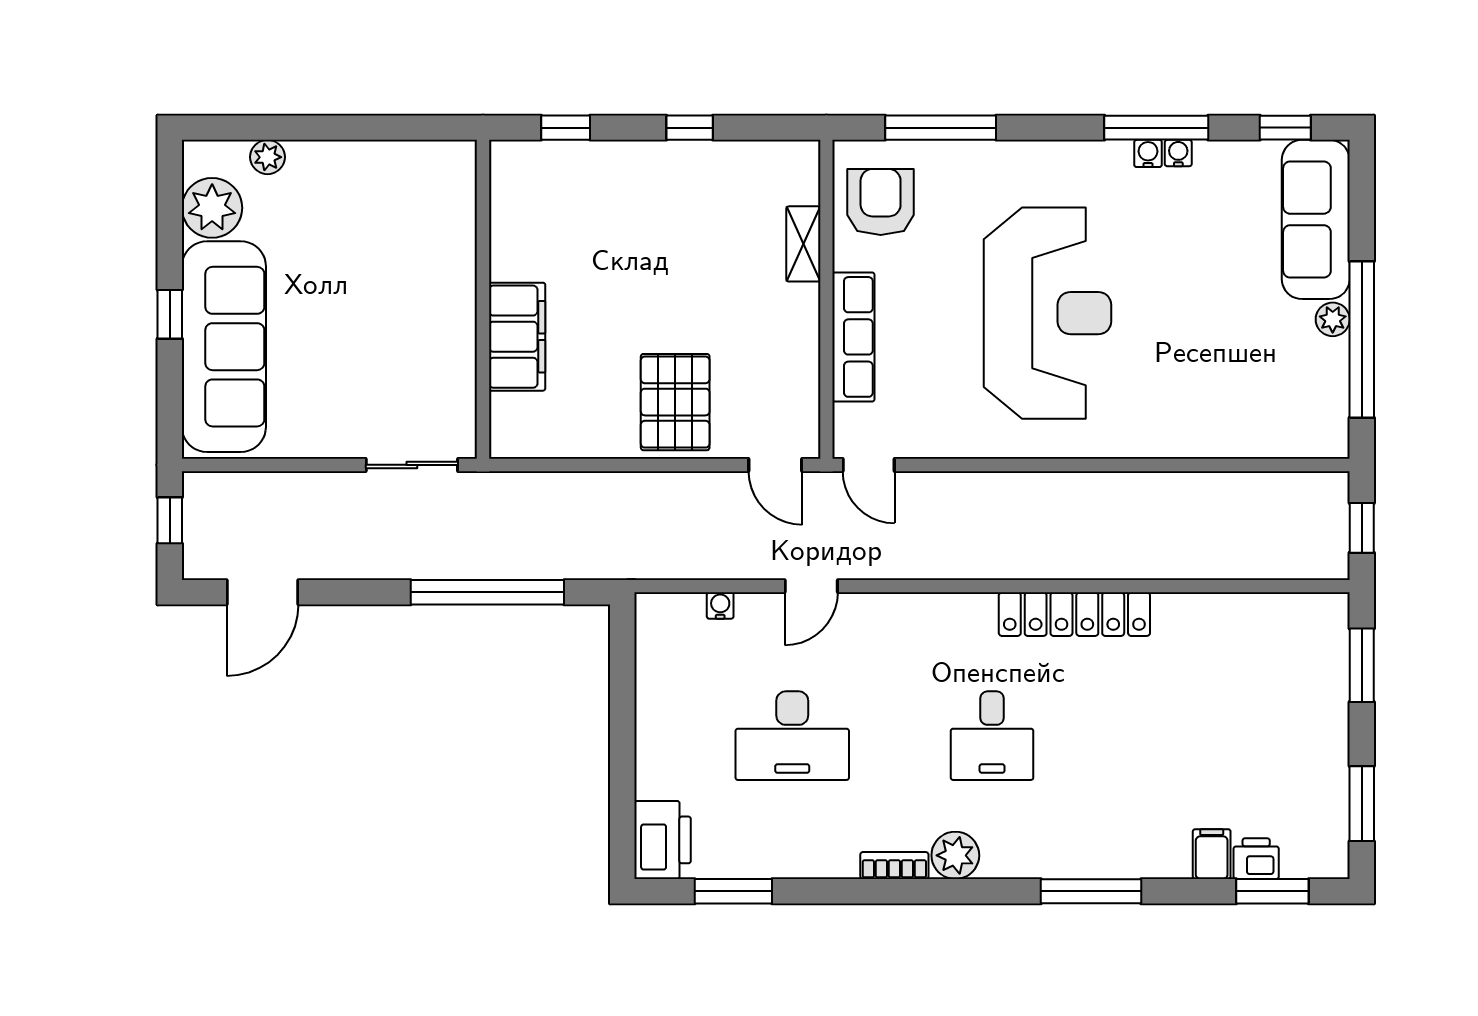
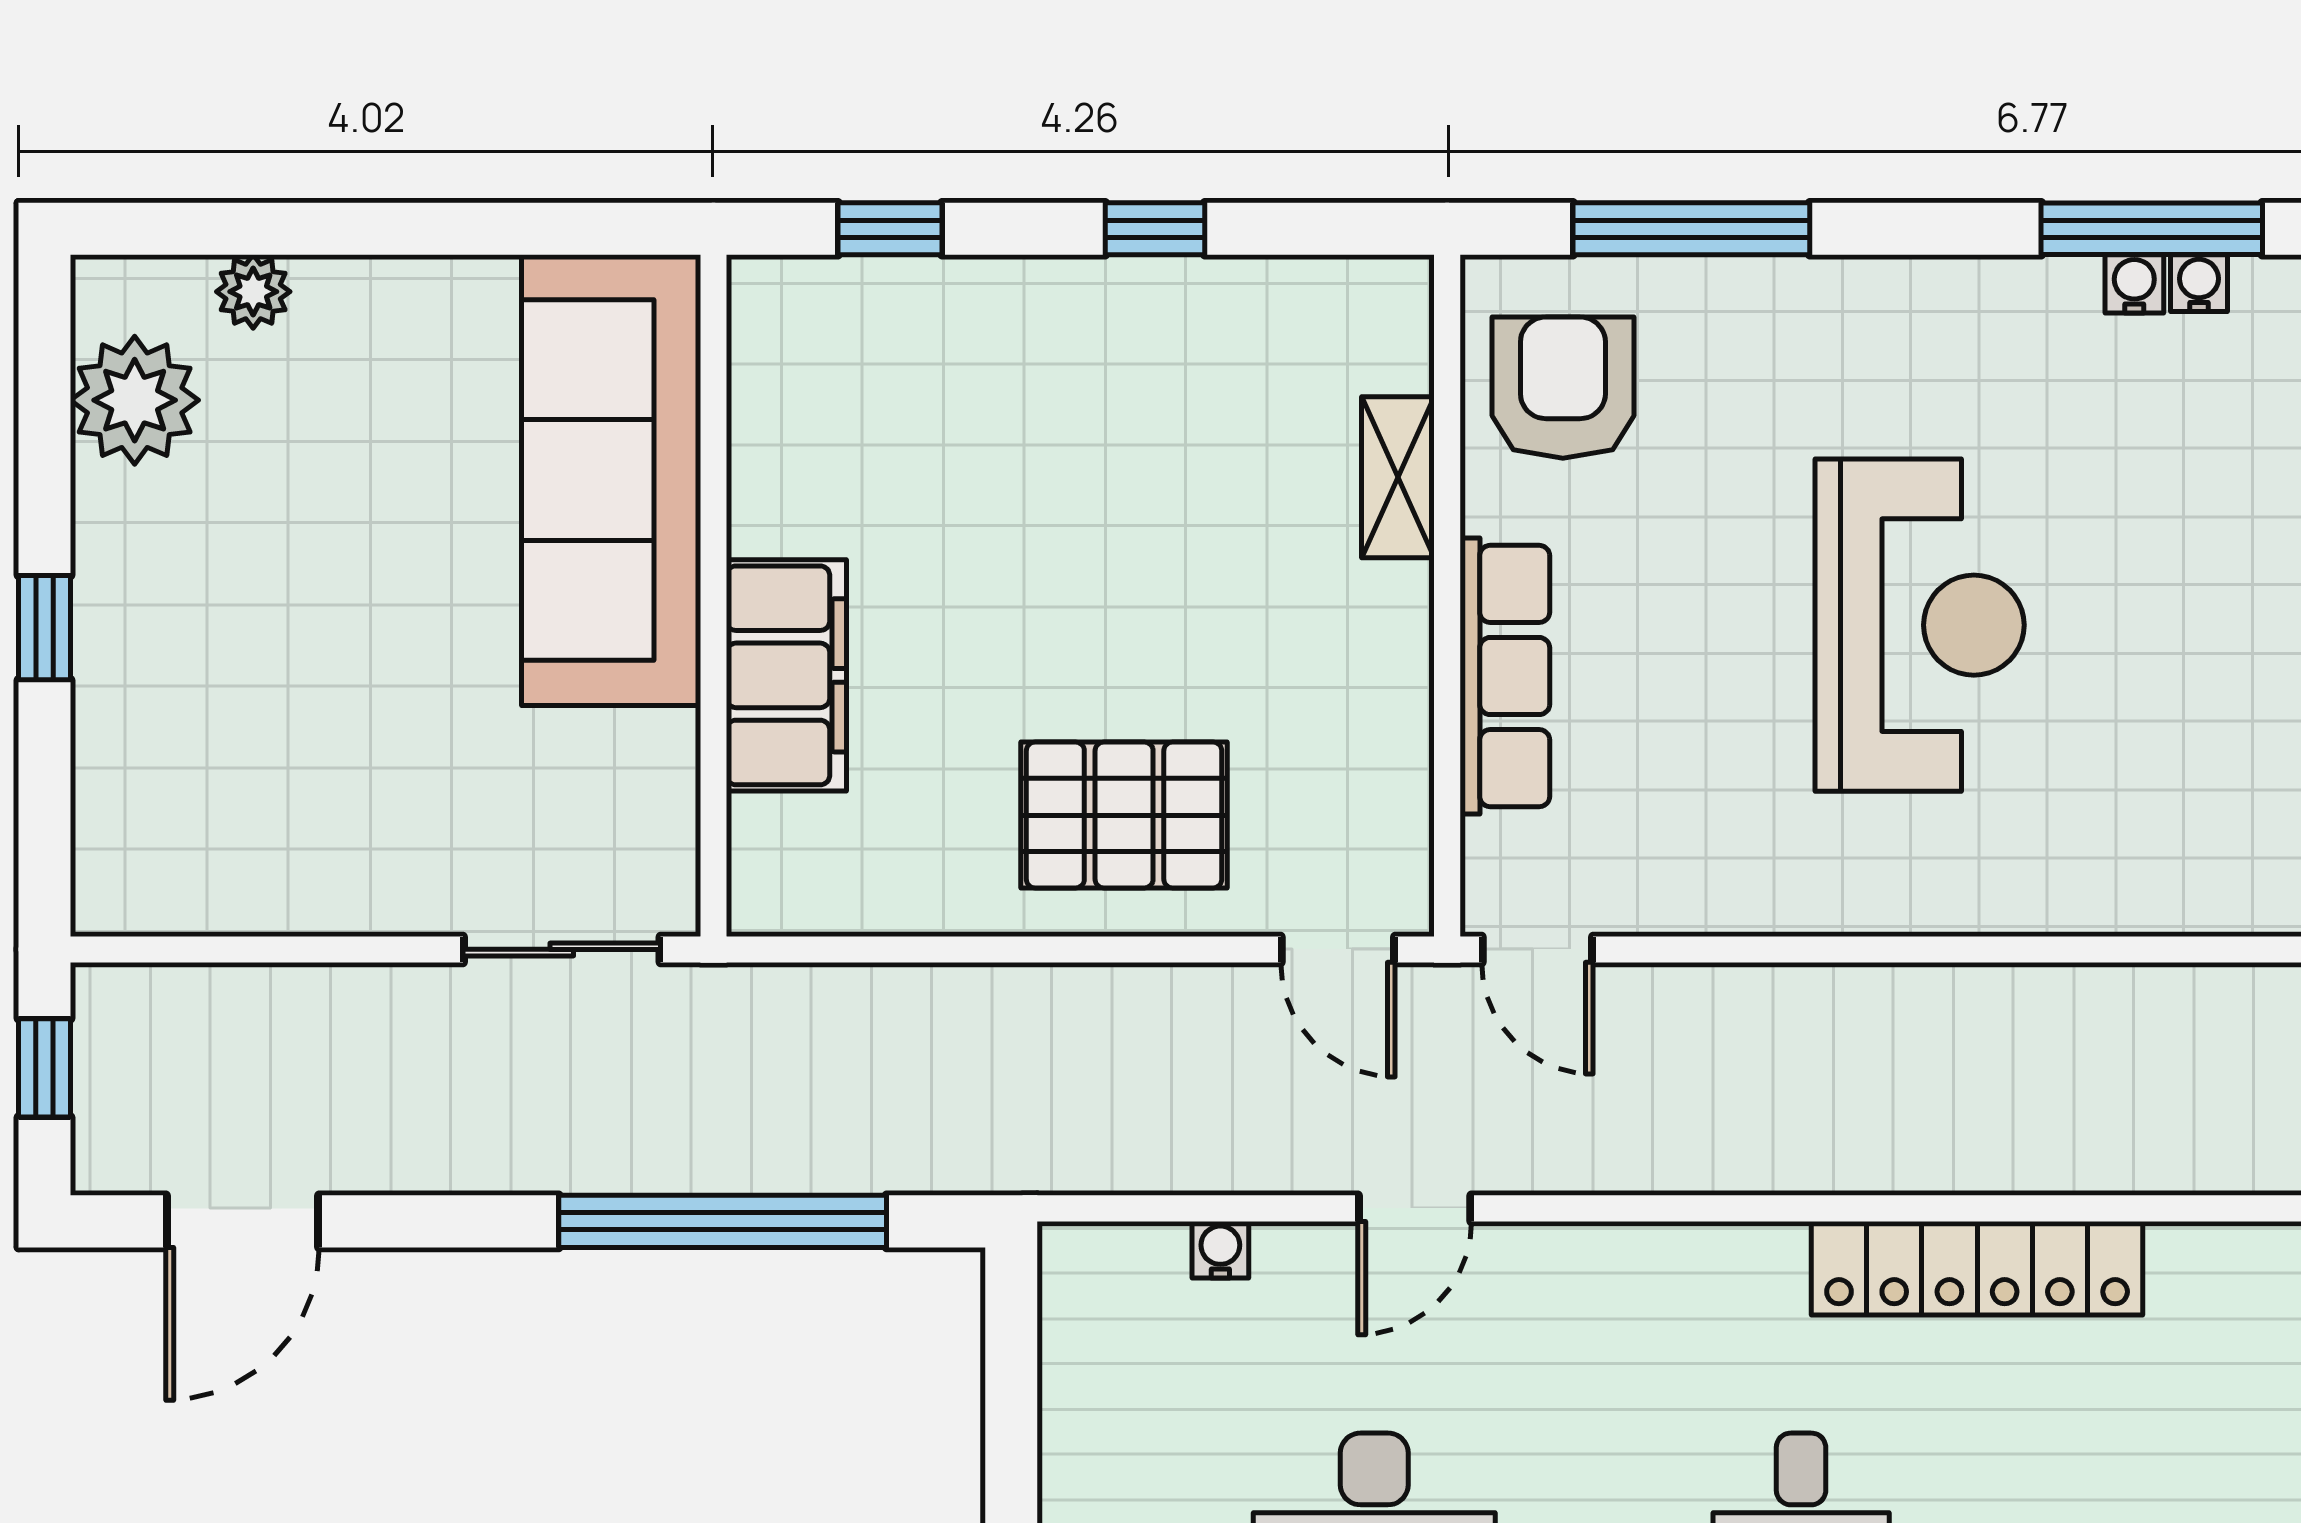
reception desk: (1047, 313) -> (1920, 625), width x0.74, depth x0.77
sofa: (224, 347) -> (611, 480), moved, turned 180
pallet: (675, 402) -> (1124, 815), turned 90

